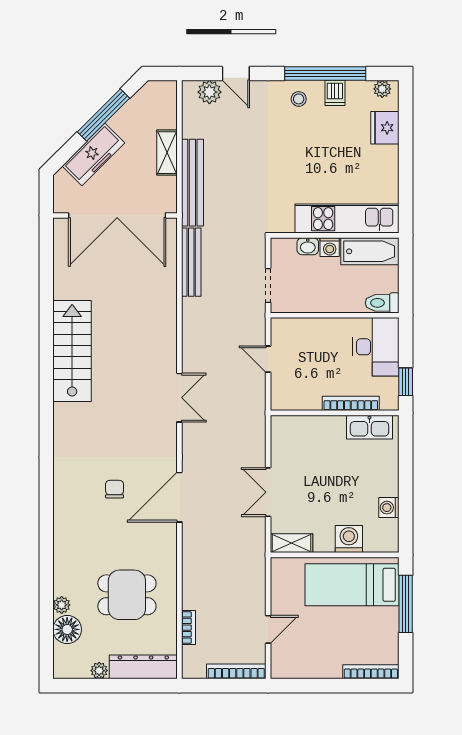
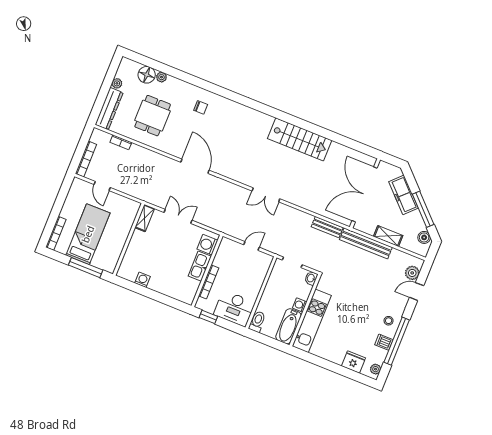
boiler: (147, 96) -> (424, 237), added
washbasin: (308, 246) -> (311, 278), moved
bench: (191, 262) -> (327, 227), width x0.73
double door: (179, 398) -> (266, 195), moved
kitchen sink: (369, 427) -> (200, 266), moved
chair: (115, 489) -> (201, 107), moved
washing machine: (349, 539) -> (207, 245), moved, turned 180
bed: (352, 585) -> (88, 234), moved

